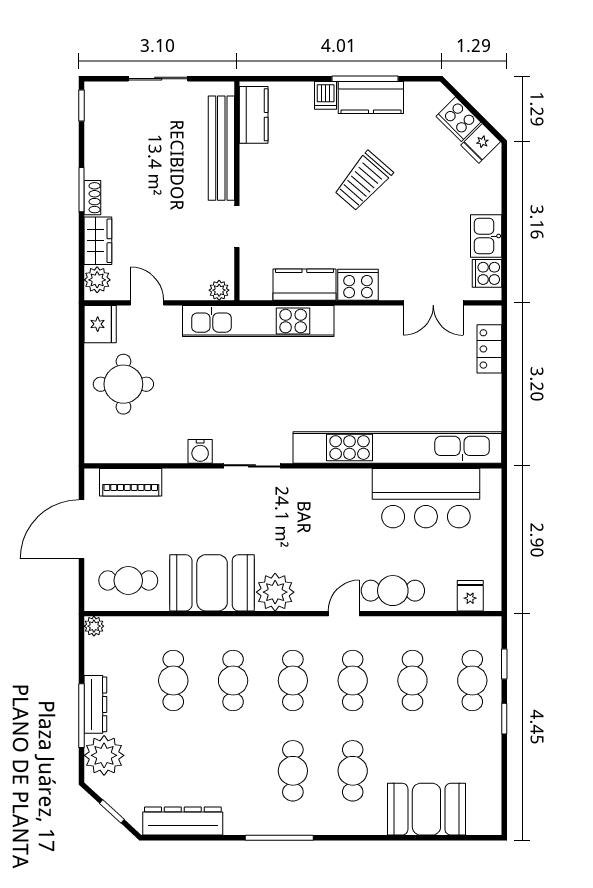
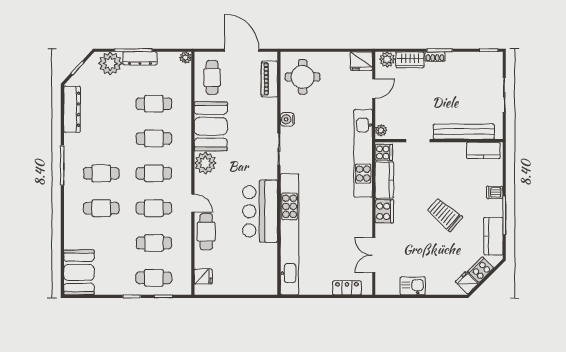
kitchen counter: (371, 97) -> (493, 236), moved
cooker: (487, 273) -> (384, 153), moved, turned 90
round table: (123, 384) -> (303, 77), moved
bar counter: (426, 498) -> (260, 211), moved
booth: (426, 809) -> (79, 272), moved

